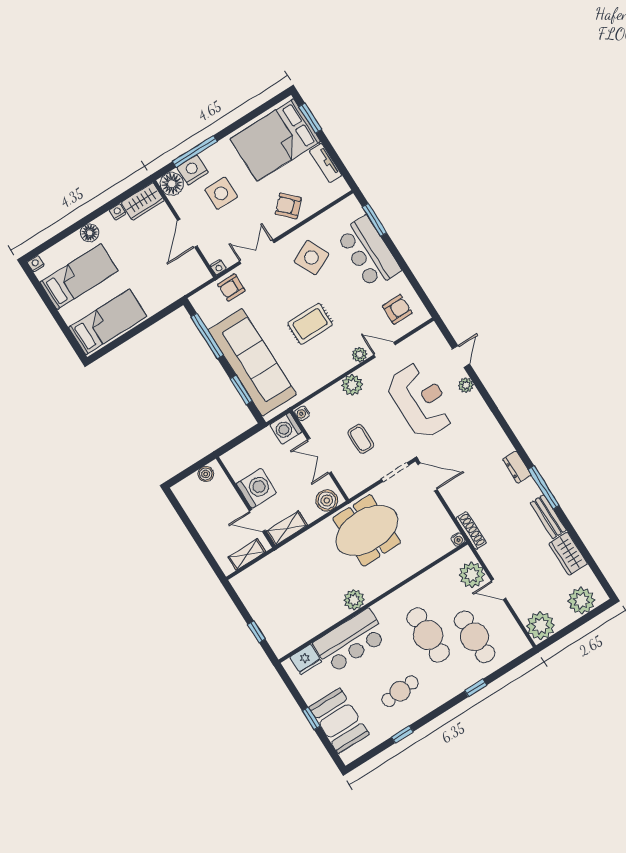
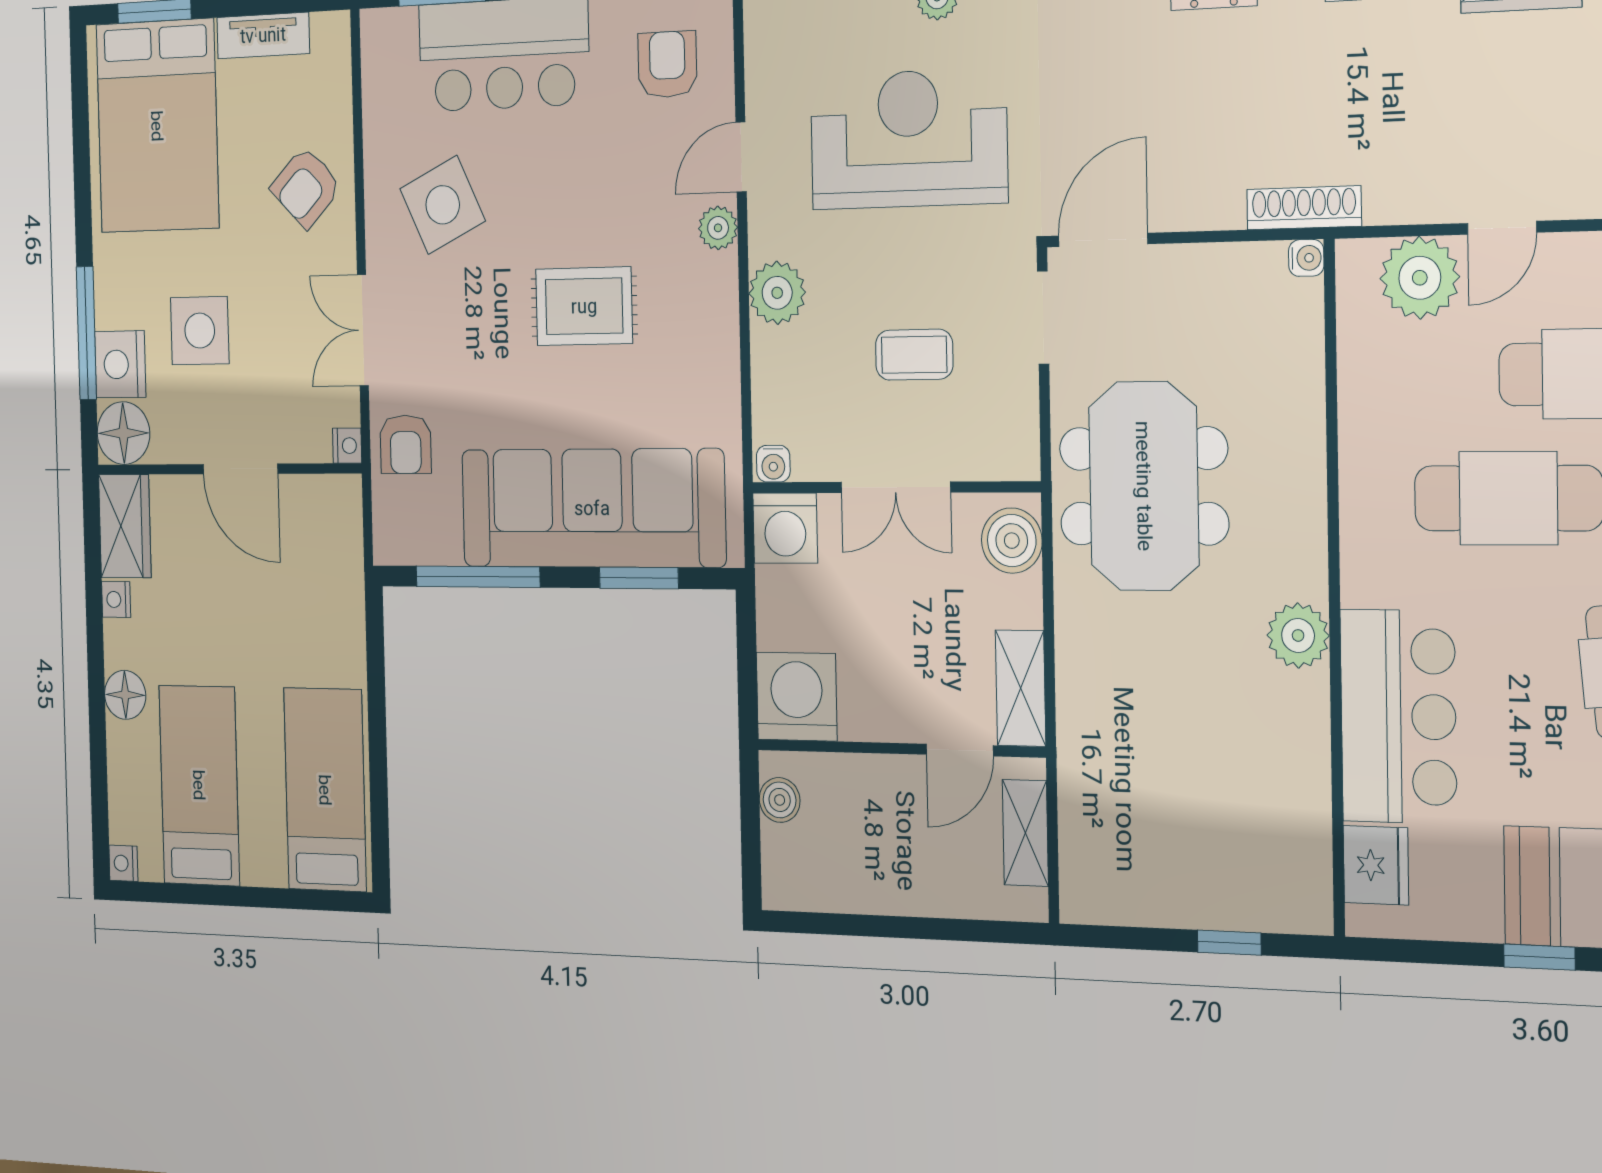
rug: (310, 324) -> (584, 306), turned 90
washing machine: (256, 488) -> (797, 697), moved

